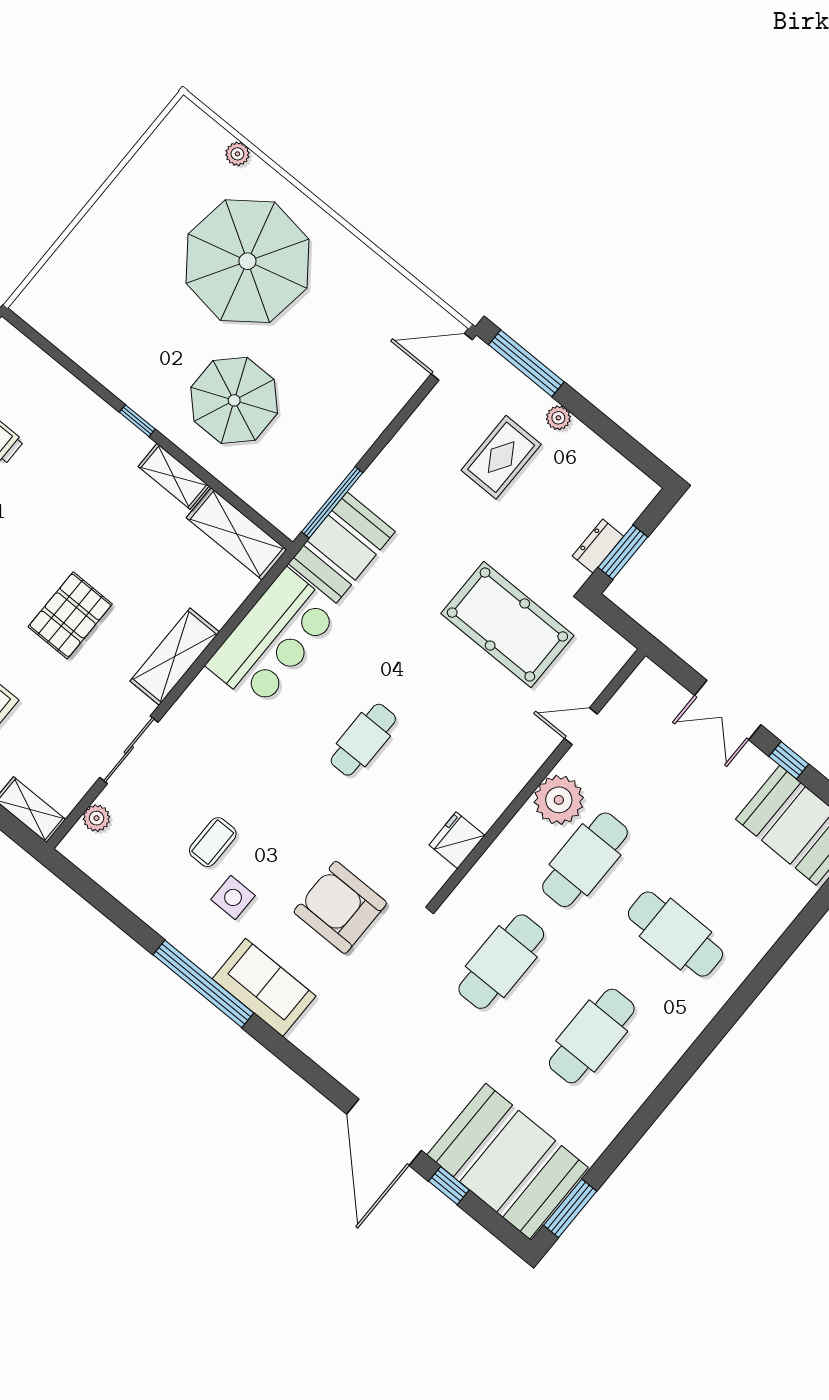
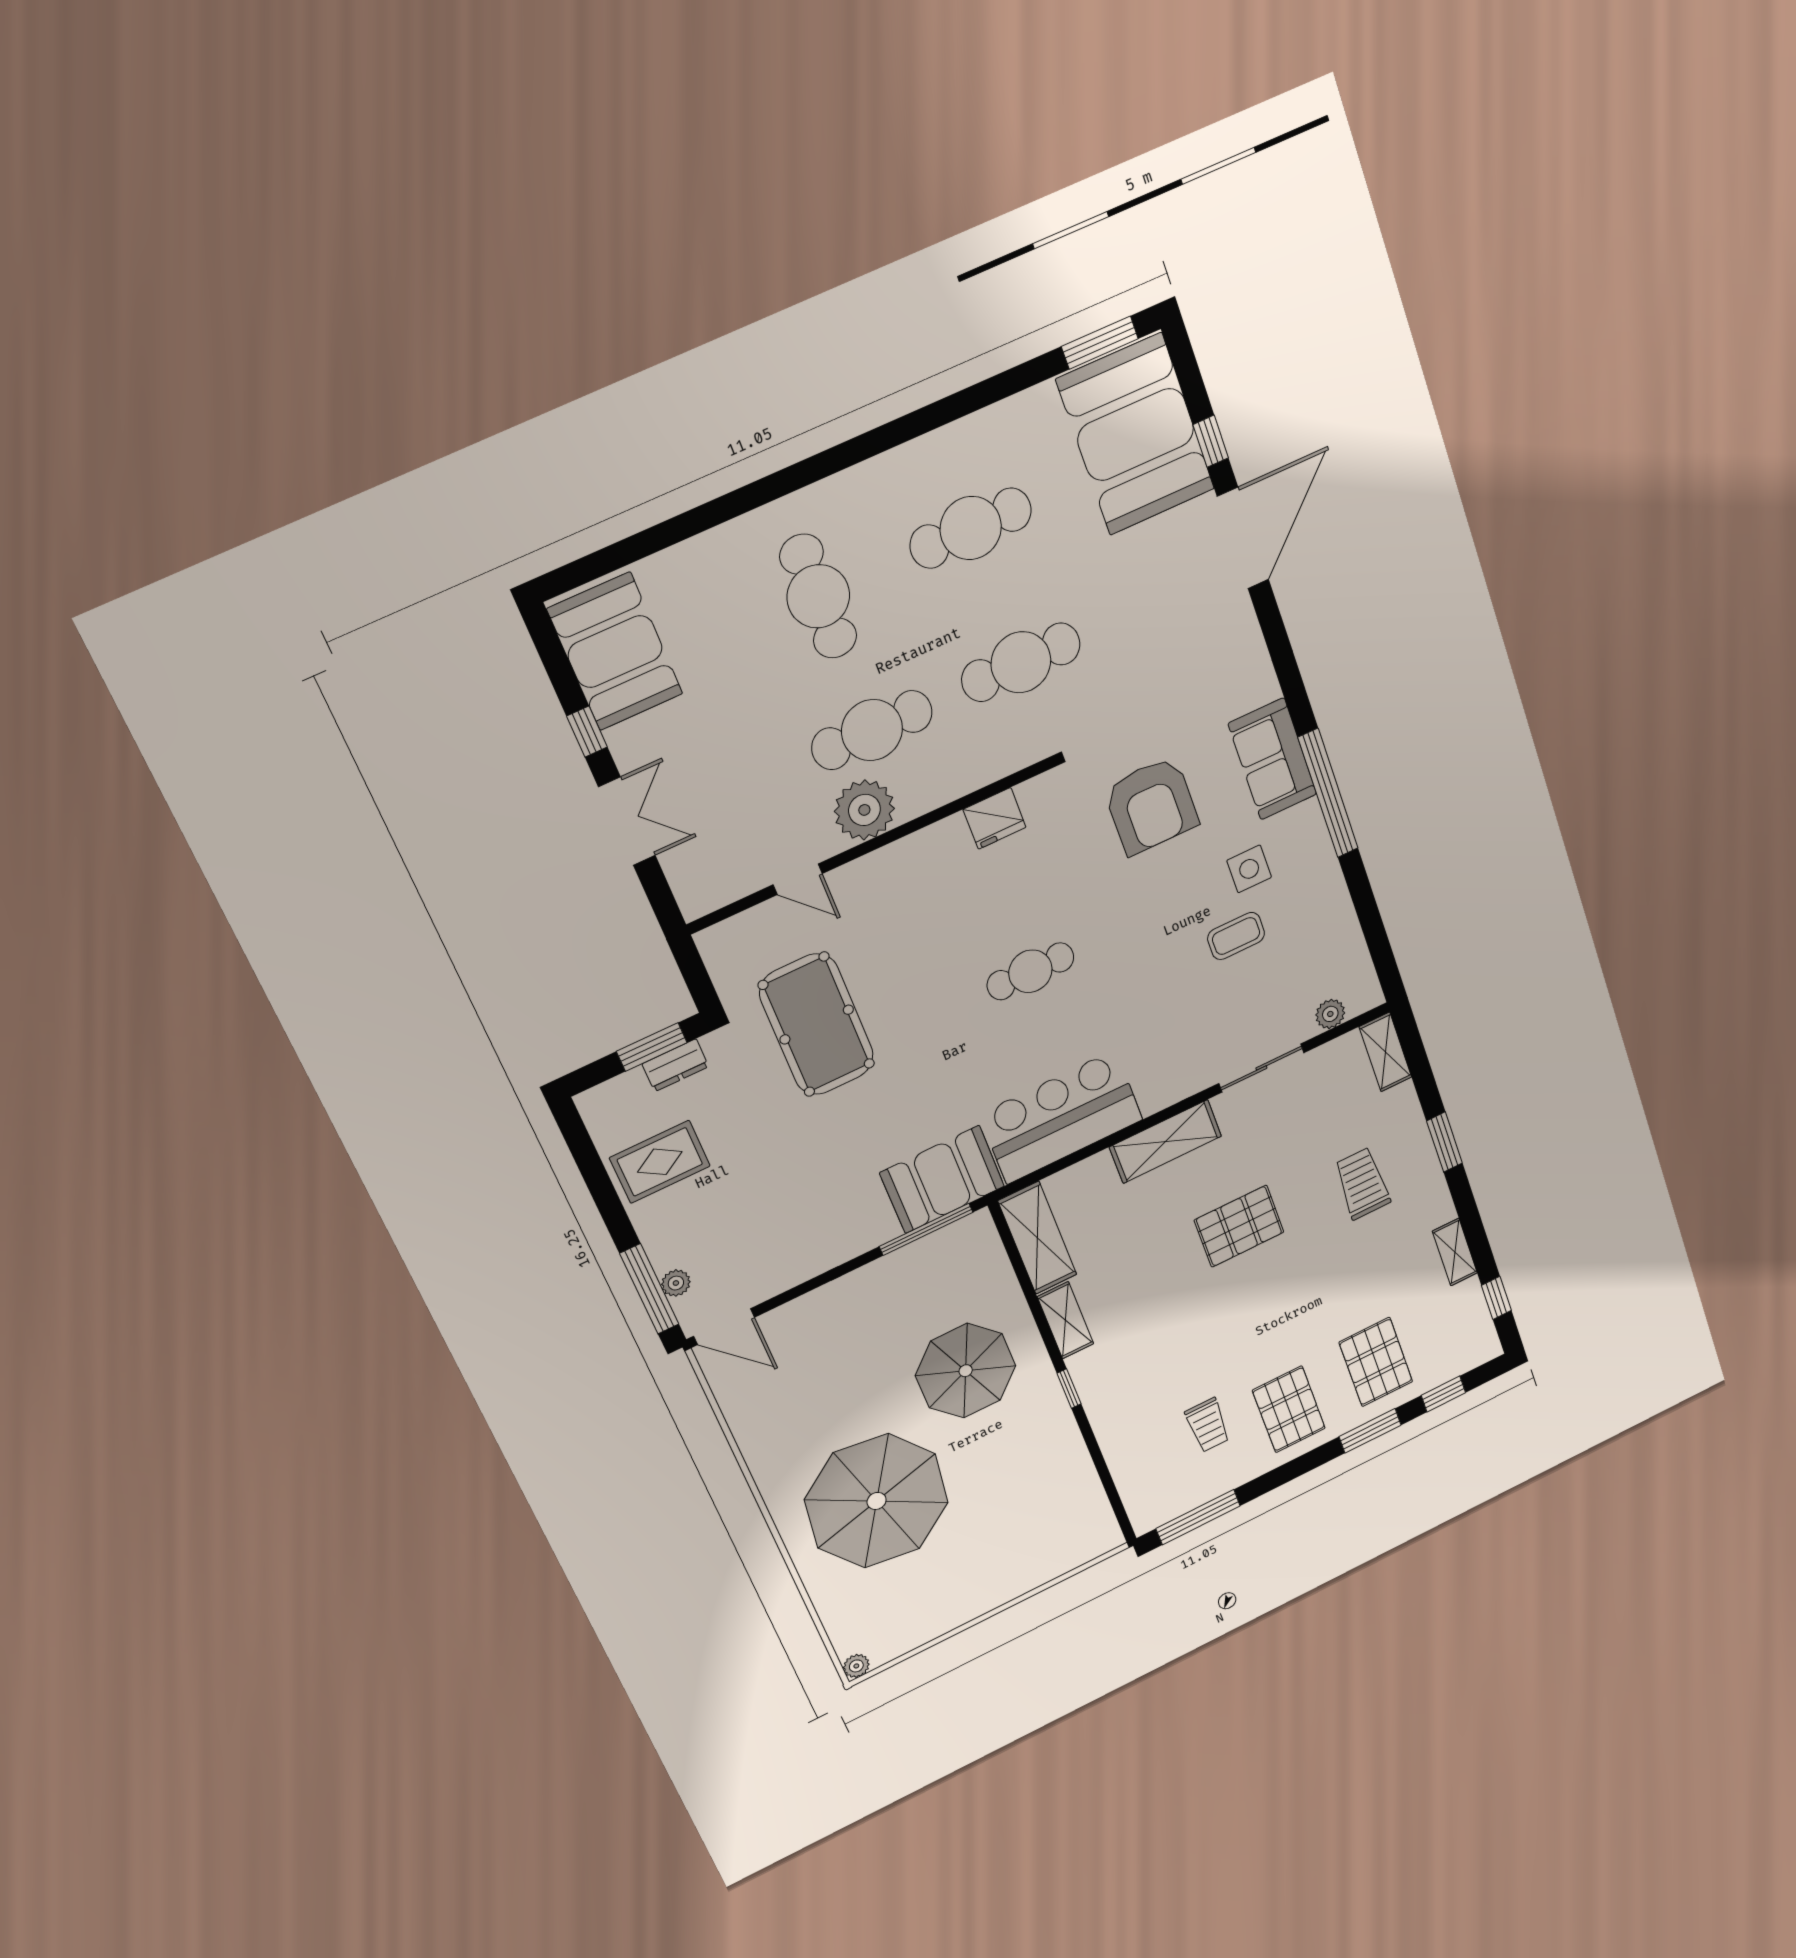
plant: (237, 154) -> (856, 1666), moved
plant: (558, 418) -> (676, 1283), moved
rug: (501, 457) -> (660, 1162), moved

